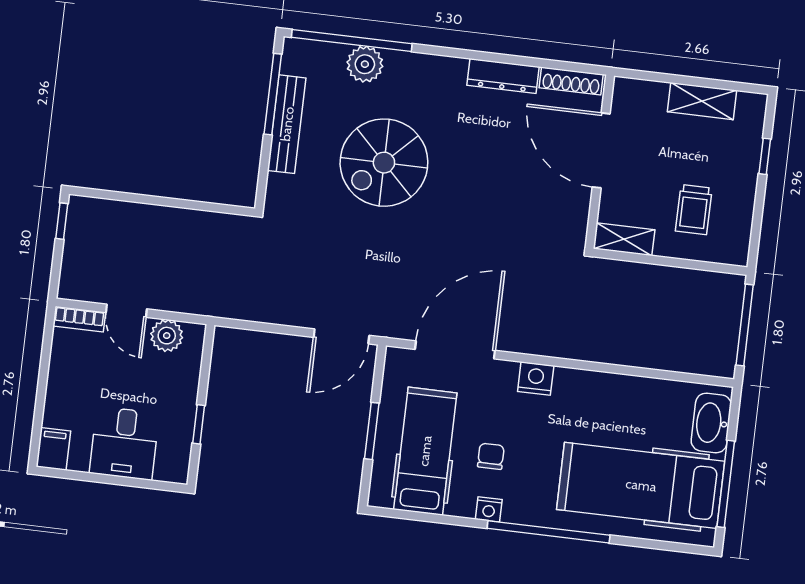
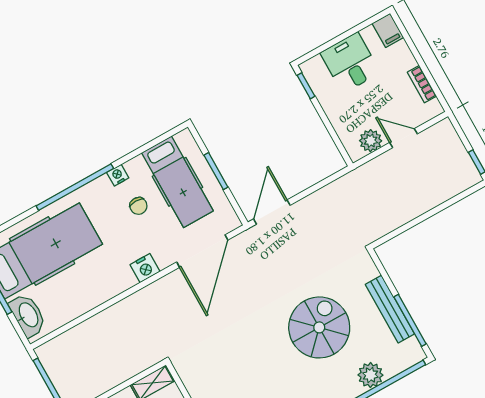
bookcase: (79, 319) -> (422, 84), moved, turned -90
window: (199, 424) -> (306, 86), moved

